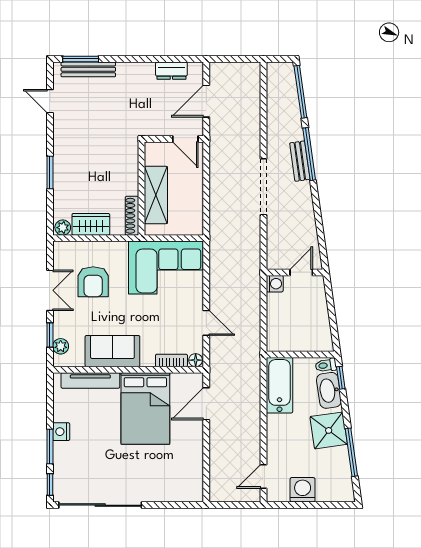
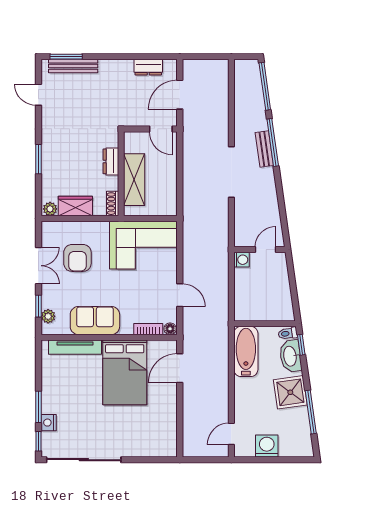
dresser: (130, 175) -> (111, 161), added
shoe rack: (132, 216) -> (113, 204), width x0.70
nightstand: (61, 432) -> (49, 423), moved

